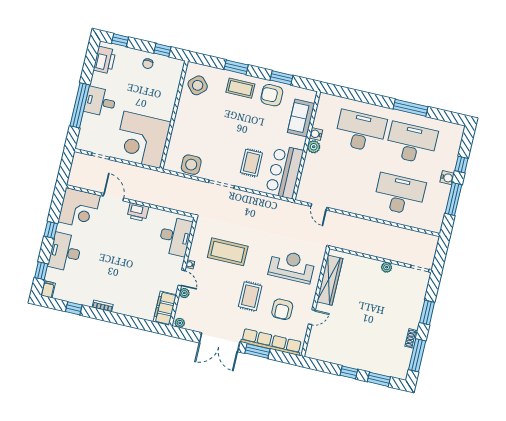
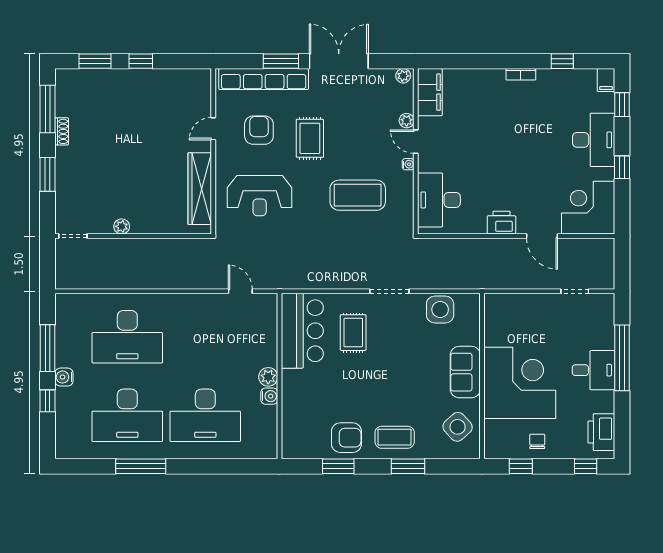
sofa: (301, 118) -> (465, 372), moved, turned 180
corner desk: (142, 140) -> (520, 383), moved

